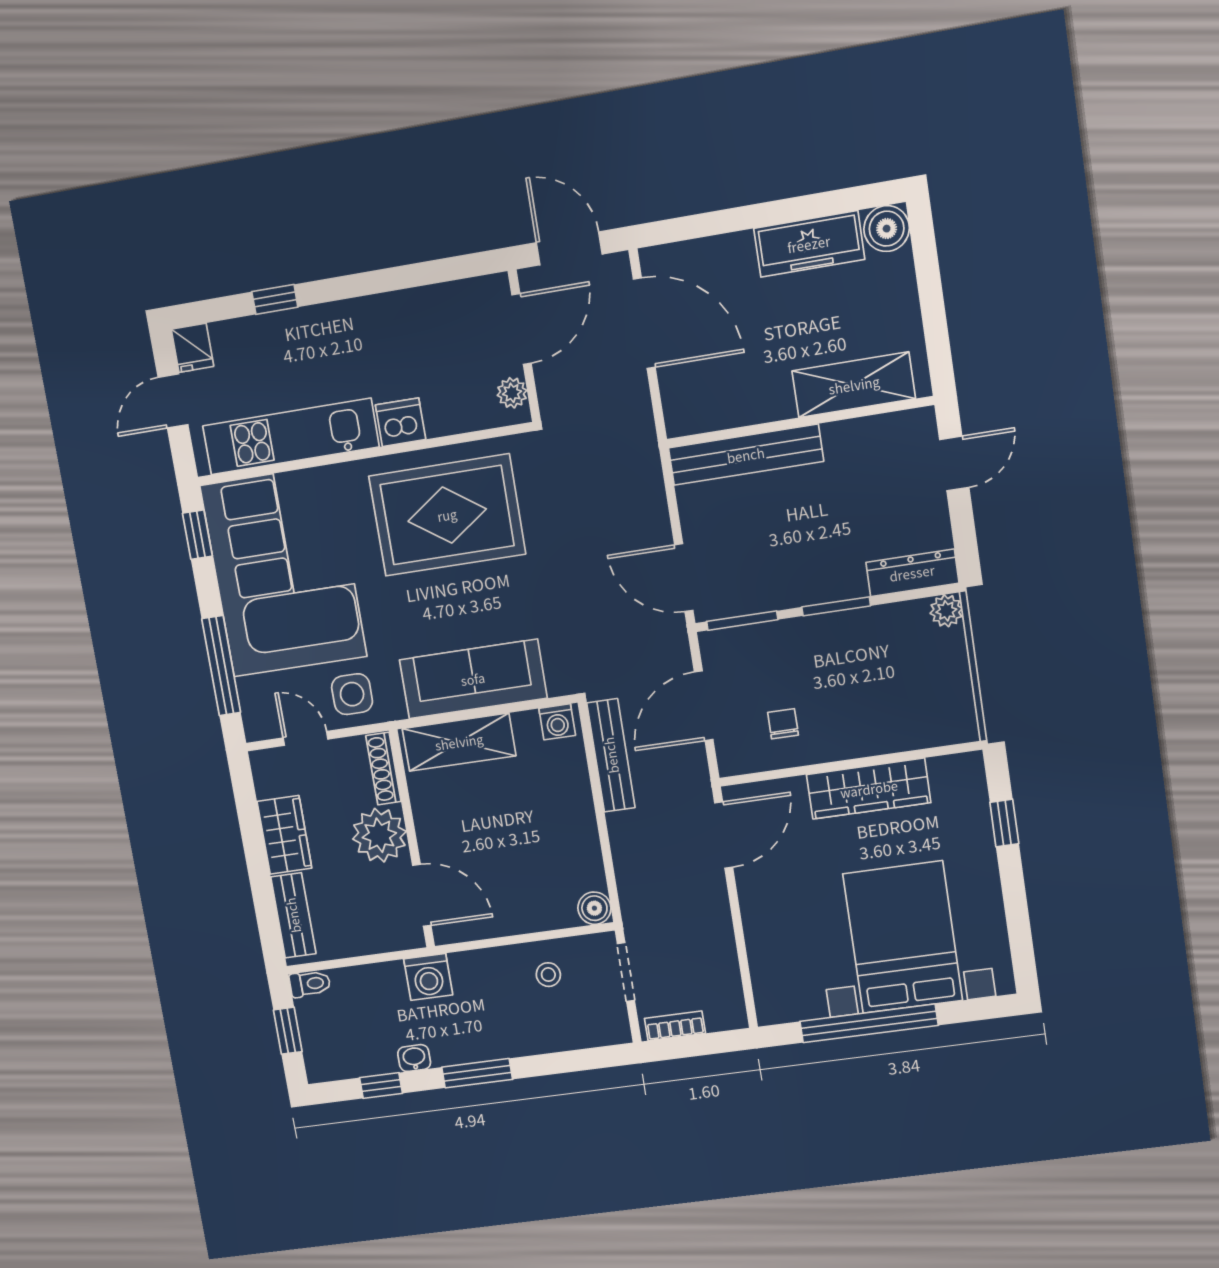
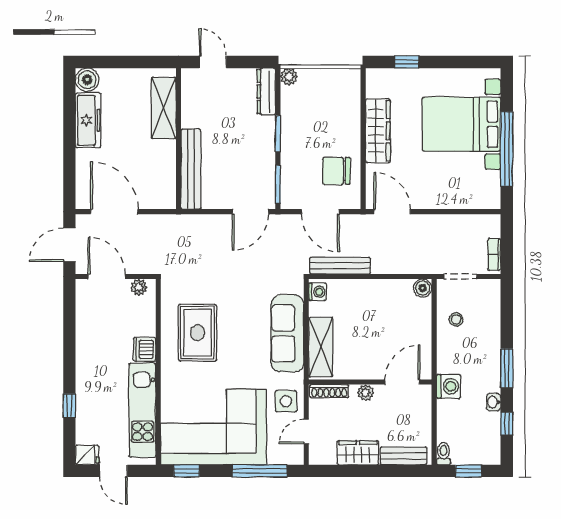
door: (644, 323) -> (114, 212), hinge flipped
rug: (447, 515) -> (198, 333), width x0.73, depth x0.69
chair: (783, 724) -> (336, 171), width x1.87, depth x1.87
plant: (379, 835) -> (366, 393), width x0.53, depth x0.53

